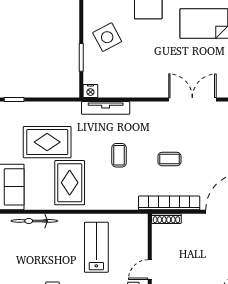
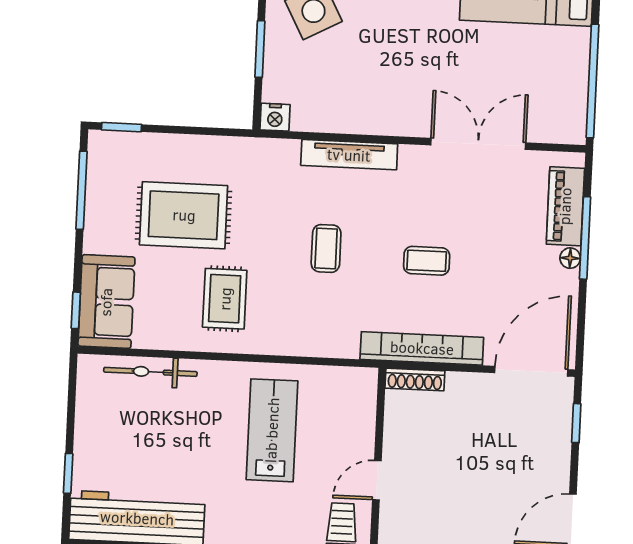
tv unit: (106, 108) -> (349, 155), moved
rug: (70, 183) -> (225, 299), width x0.73, depth x0.70

